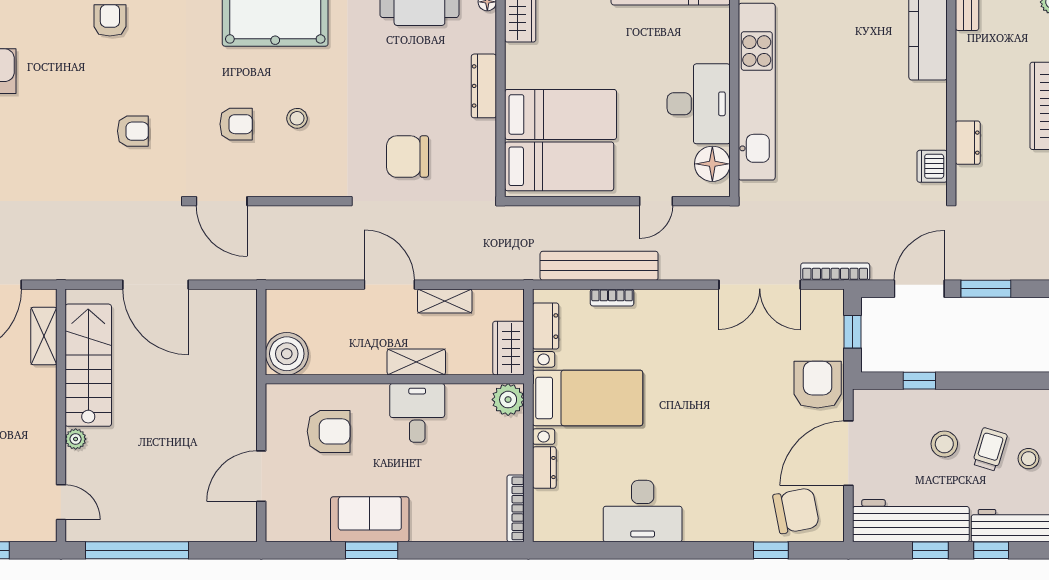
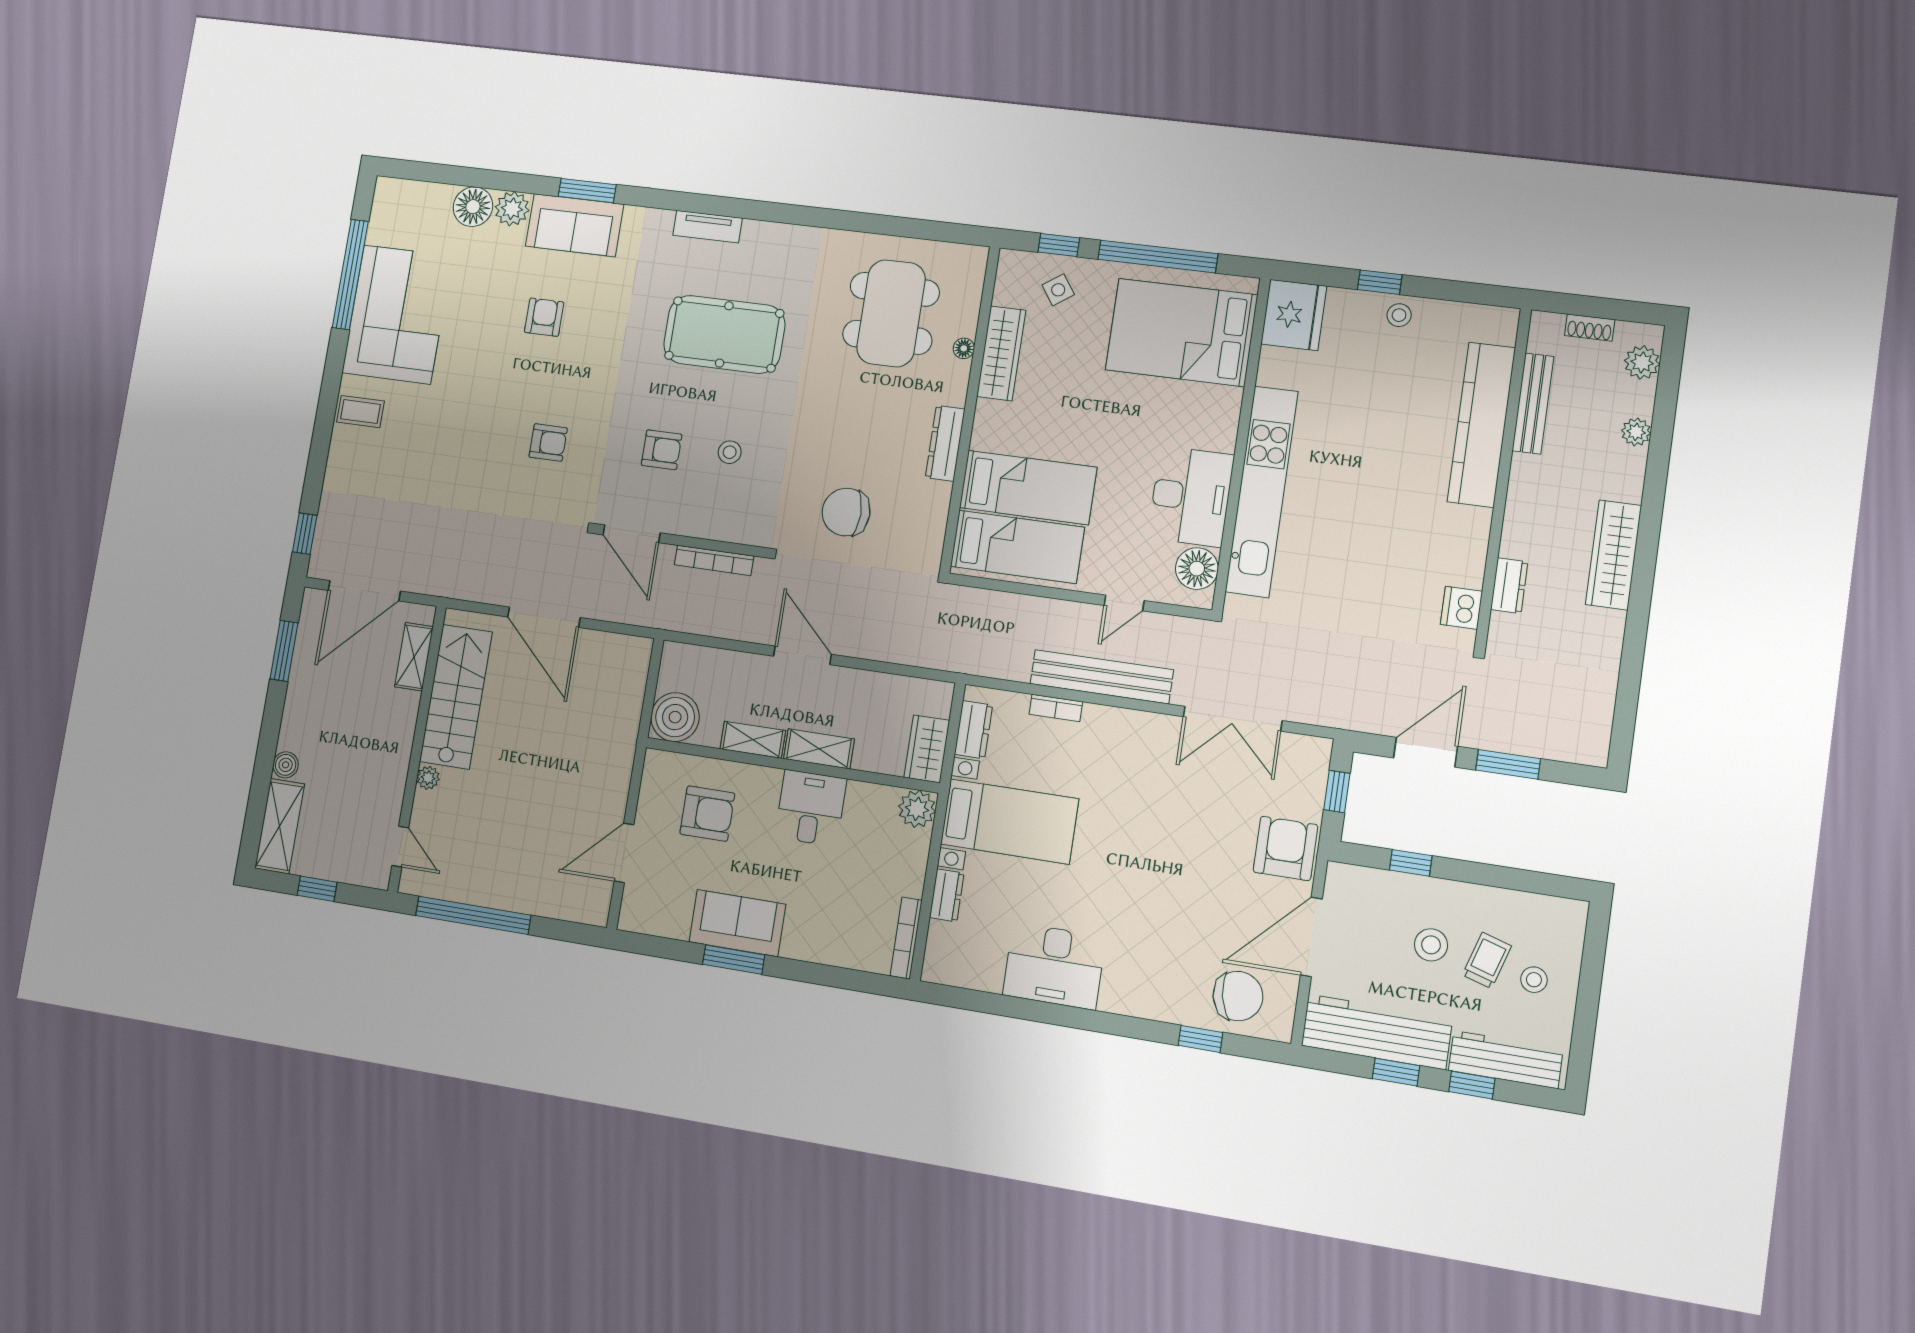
bench: (599, 266) -> (1102, 677), moved
bookcase: (835, 272) -> (714, 560), moved, turned 180
shelving: (445, 301) -> (753, 740), moved

